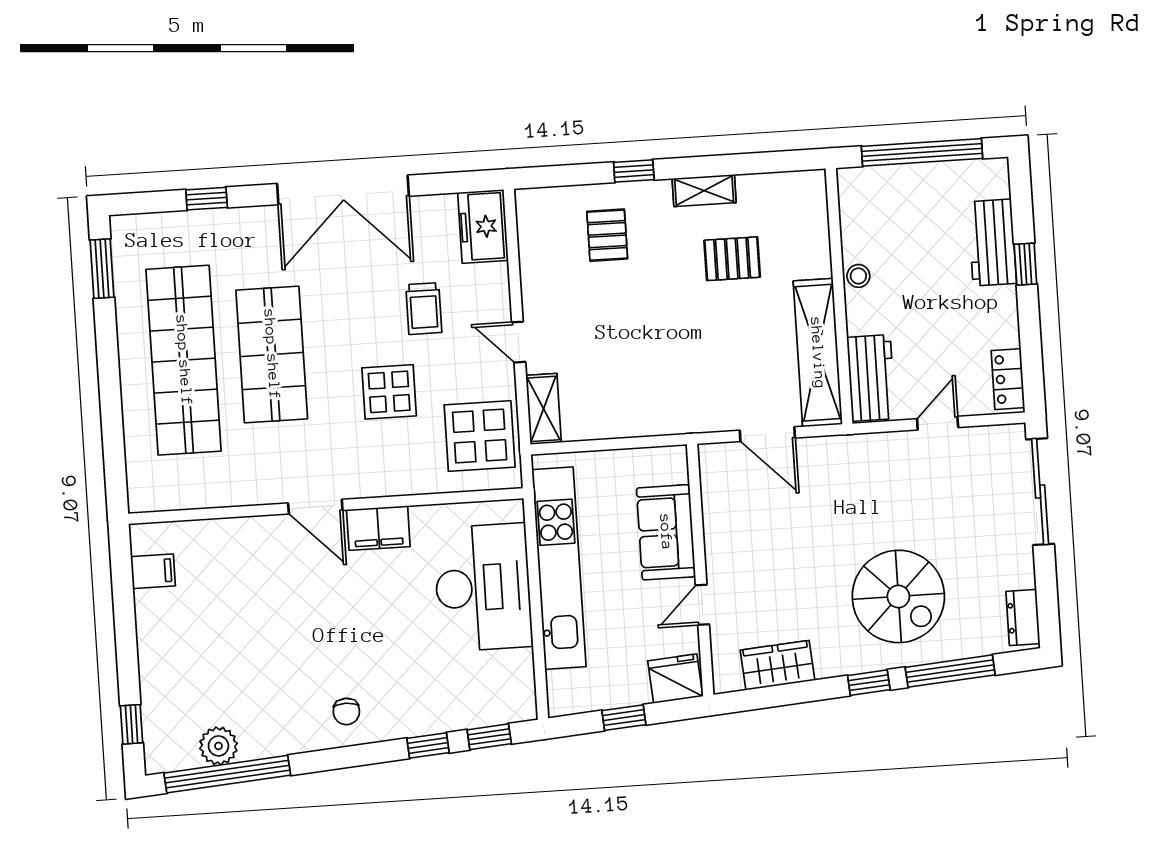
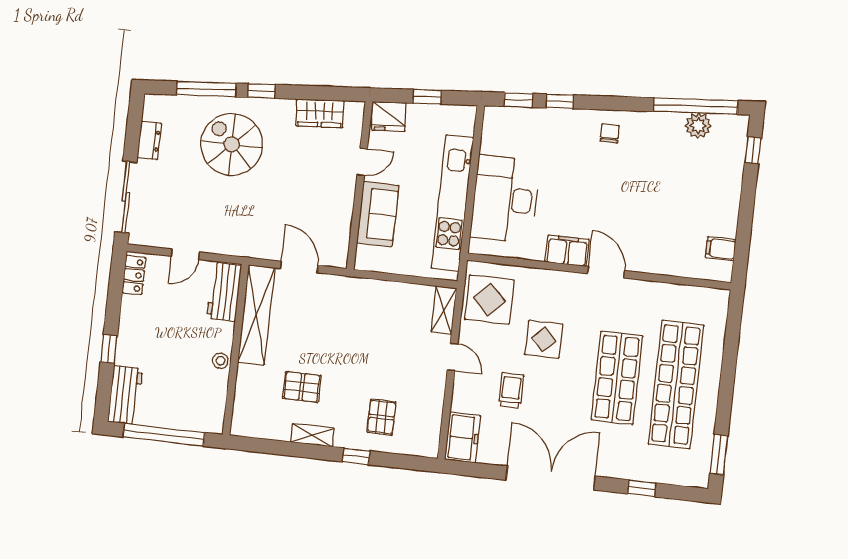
workbench: (992, 242) -> (125, 395), moved
dresser: (1023, 617) -> (149, 140), moved

